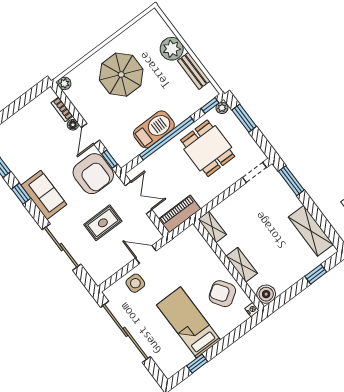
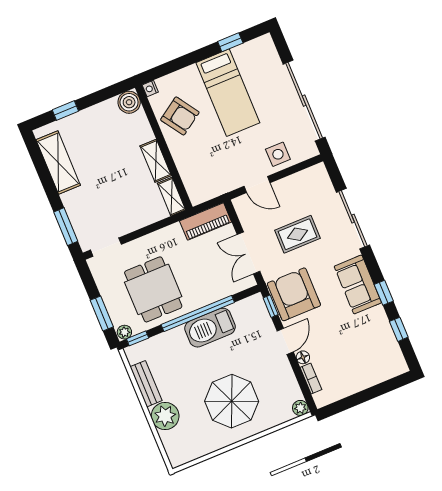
shelving: (242, 265) -> (156, 161), moved

